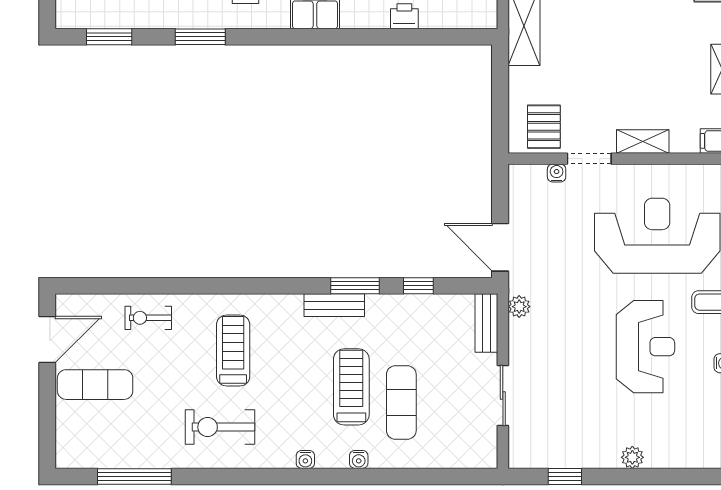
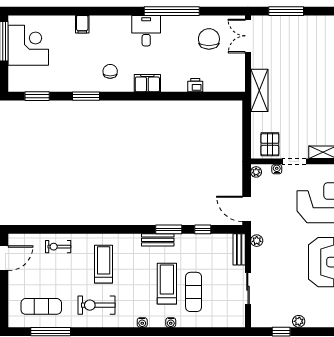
plant: (518, 178) -> (256, 172), added
exercise mat: (95, 385) -> (41, 306), moved
plant: (632, 457) -> (299, 321), moved

